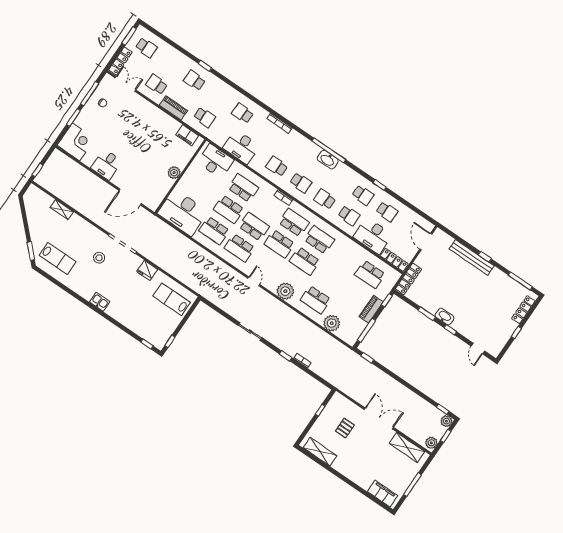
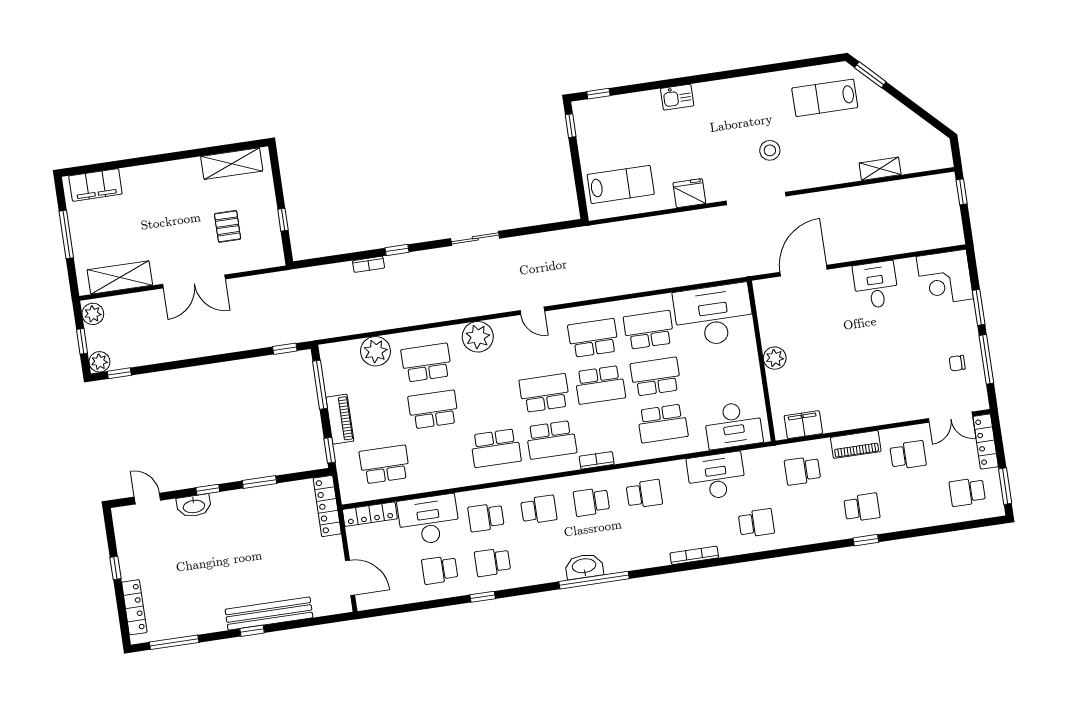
school desk: (305, 261) -> (433, 409), moved
kitchen sink: (100, 302) -> (677, 97), moved
washbasin: (445, 317) -> (194, 506), moved

